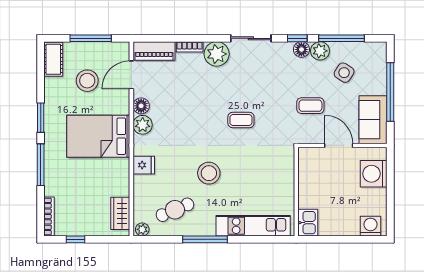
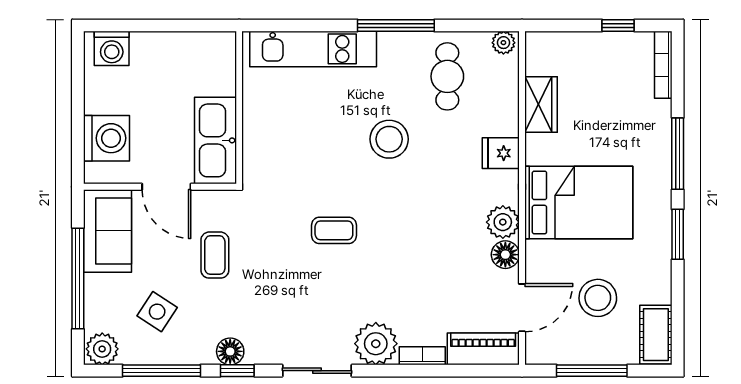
plant: (320, 51) -> (102, 349), moved
coffee table: (310, 106) -> (215, 255), turned 90
cafe table: (175, 210) -> (447, 76), turned -67
wardrobe: (120, 213) -> (541, 104), moved
kitchen sink: (308, 223) -> (215, 140), moved, width x1.87, depth x1.24

